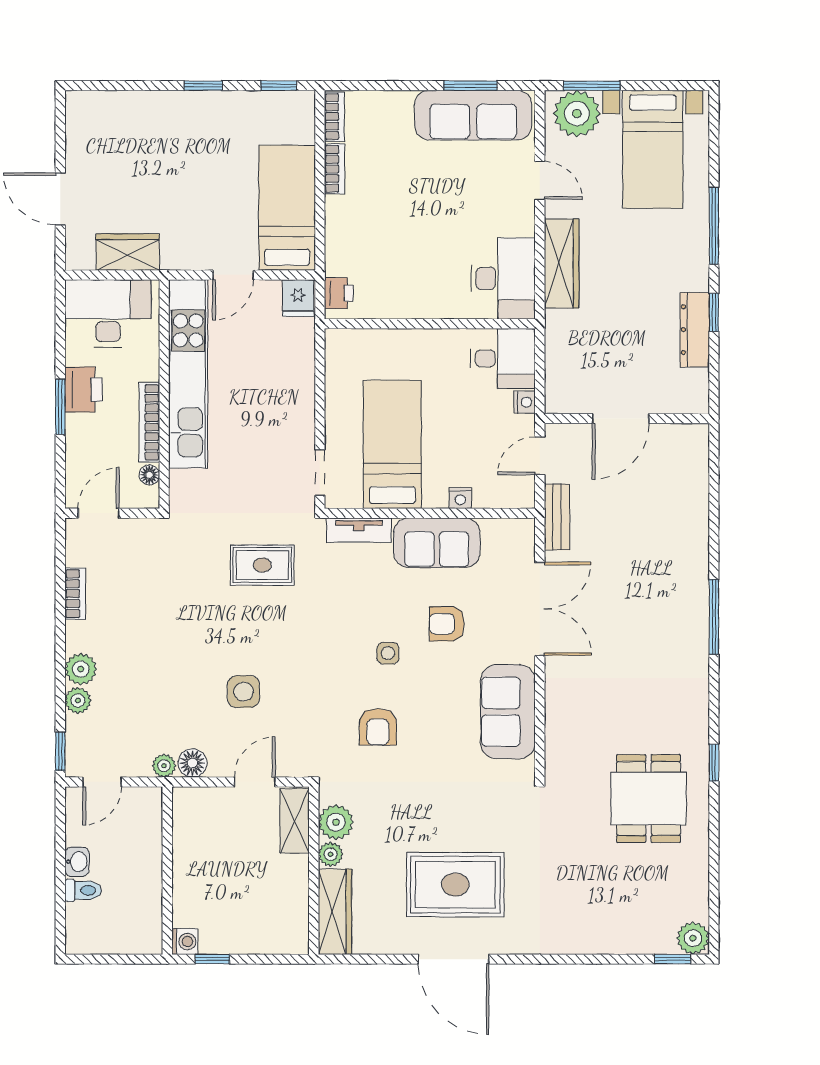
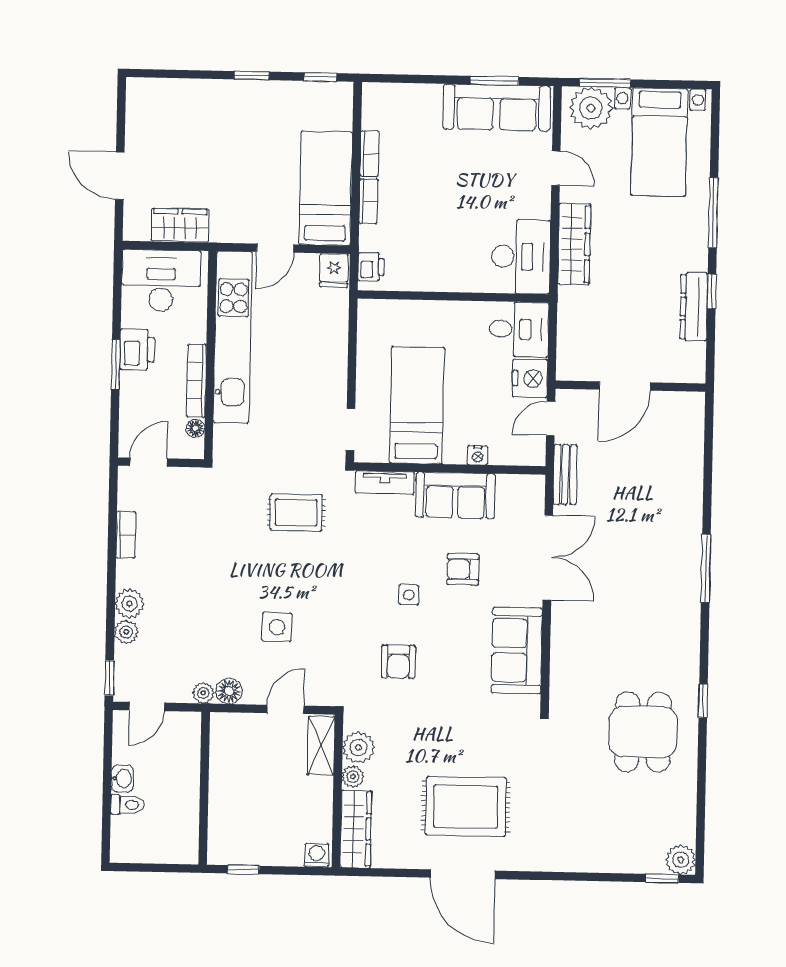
bookcase: (334, 117) -> (368, 201), moved
nightstand: (525, 402) -> (530, 378), width x1.89, depth x1.79
washing machine: (185, 942) -> (317, 855), moved, turned -90

